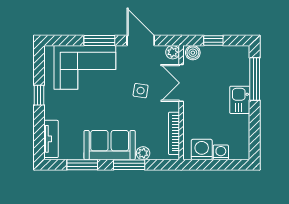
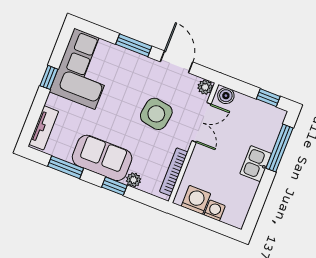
window: (213, 41) -> (268, 98), moved
corner sofa: (85, 67) -> (84, 69), moved, turned -90
double door: (181, 83) -> (201, 122), swing flipped
side table: (141, 91) -> (156, 114), width x1.87, depth x1.87
window: (129, 165) -> (114, 186), width x0.67

